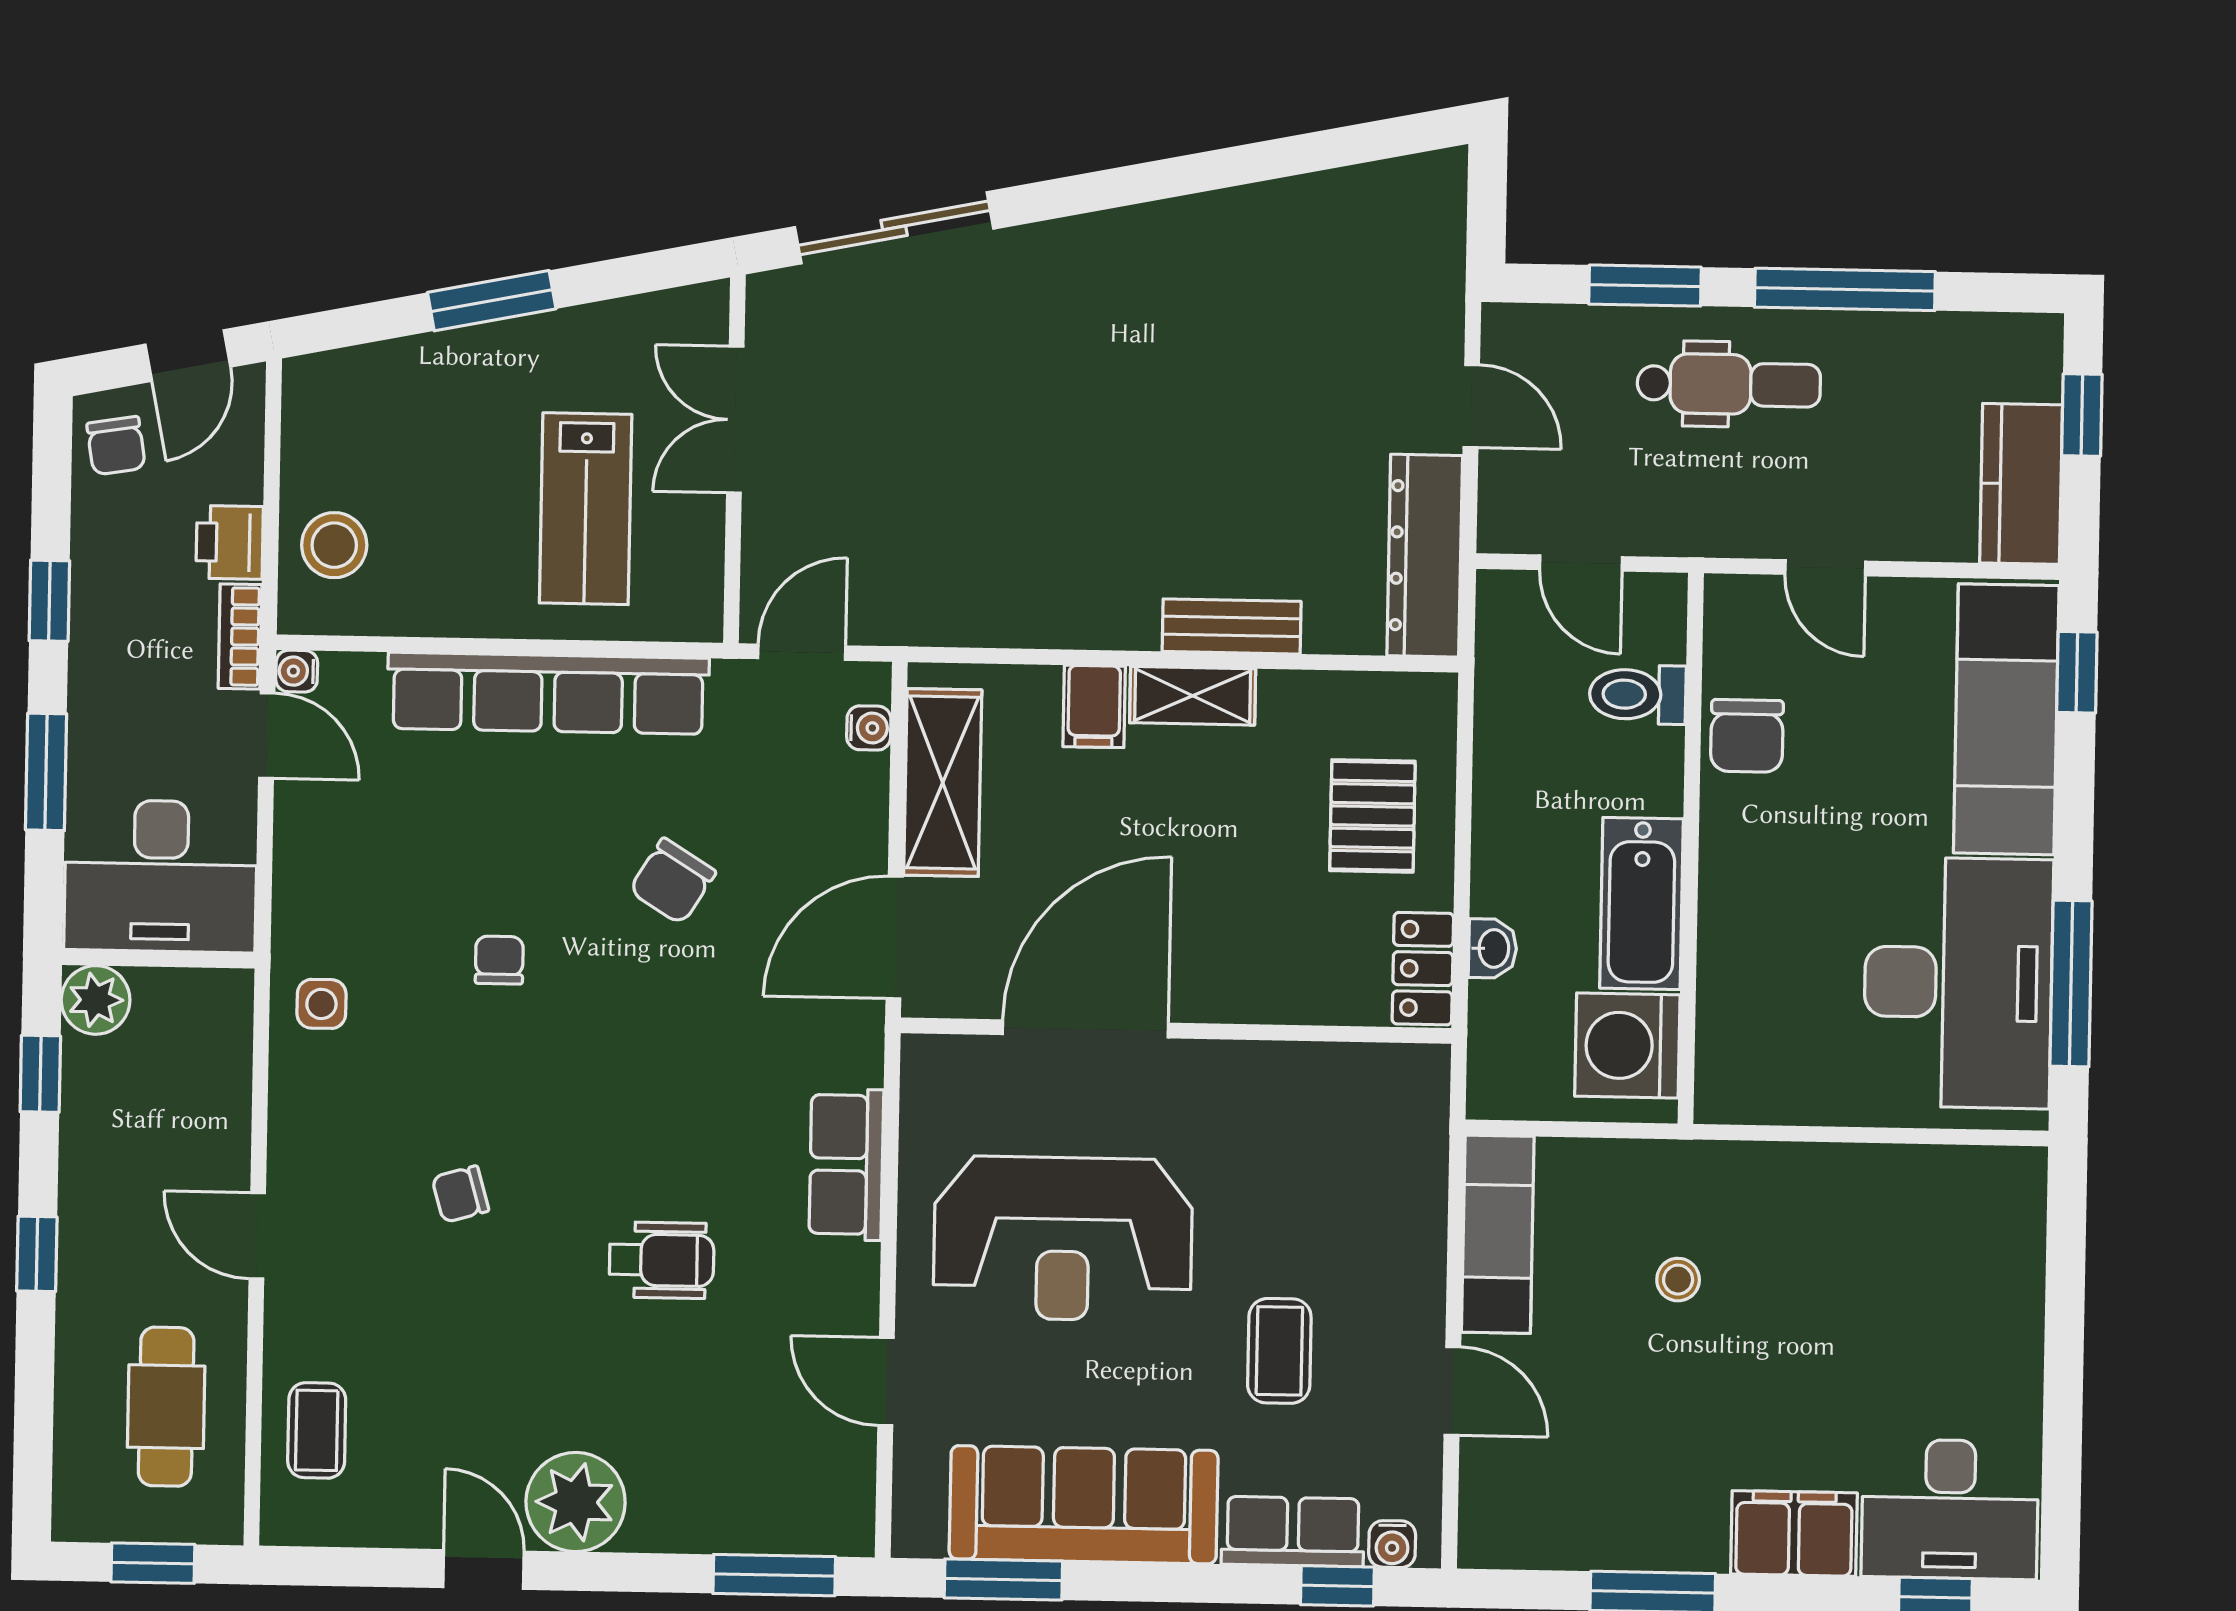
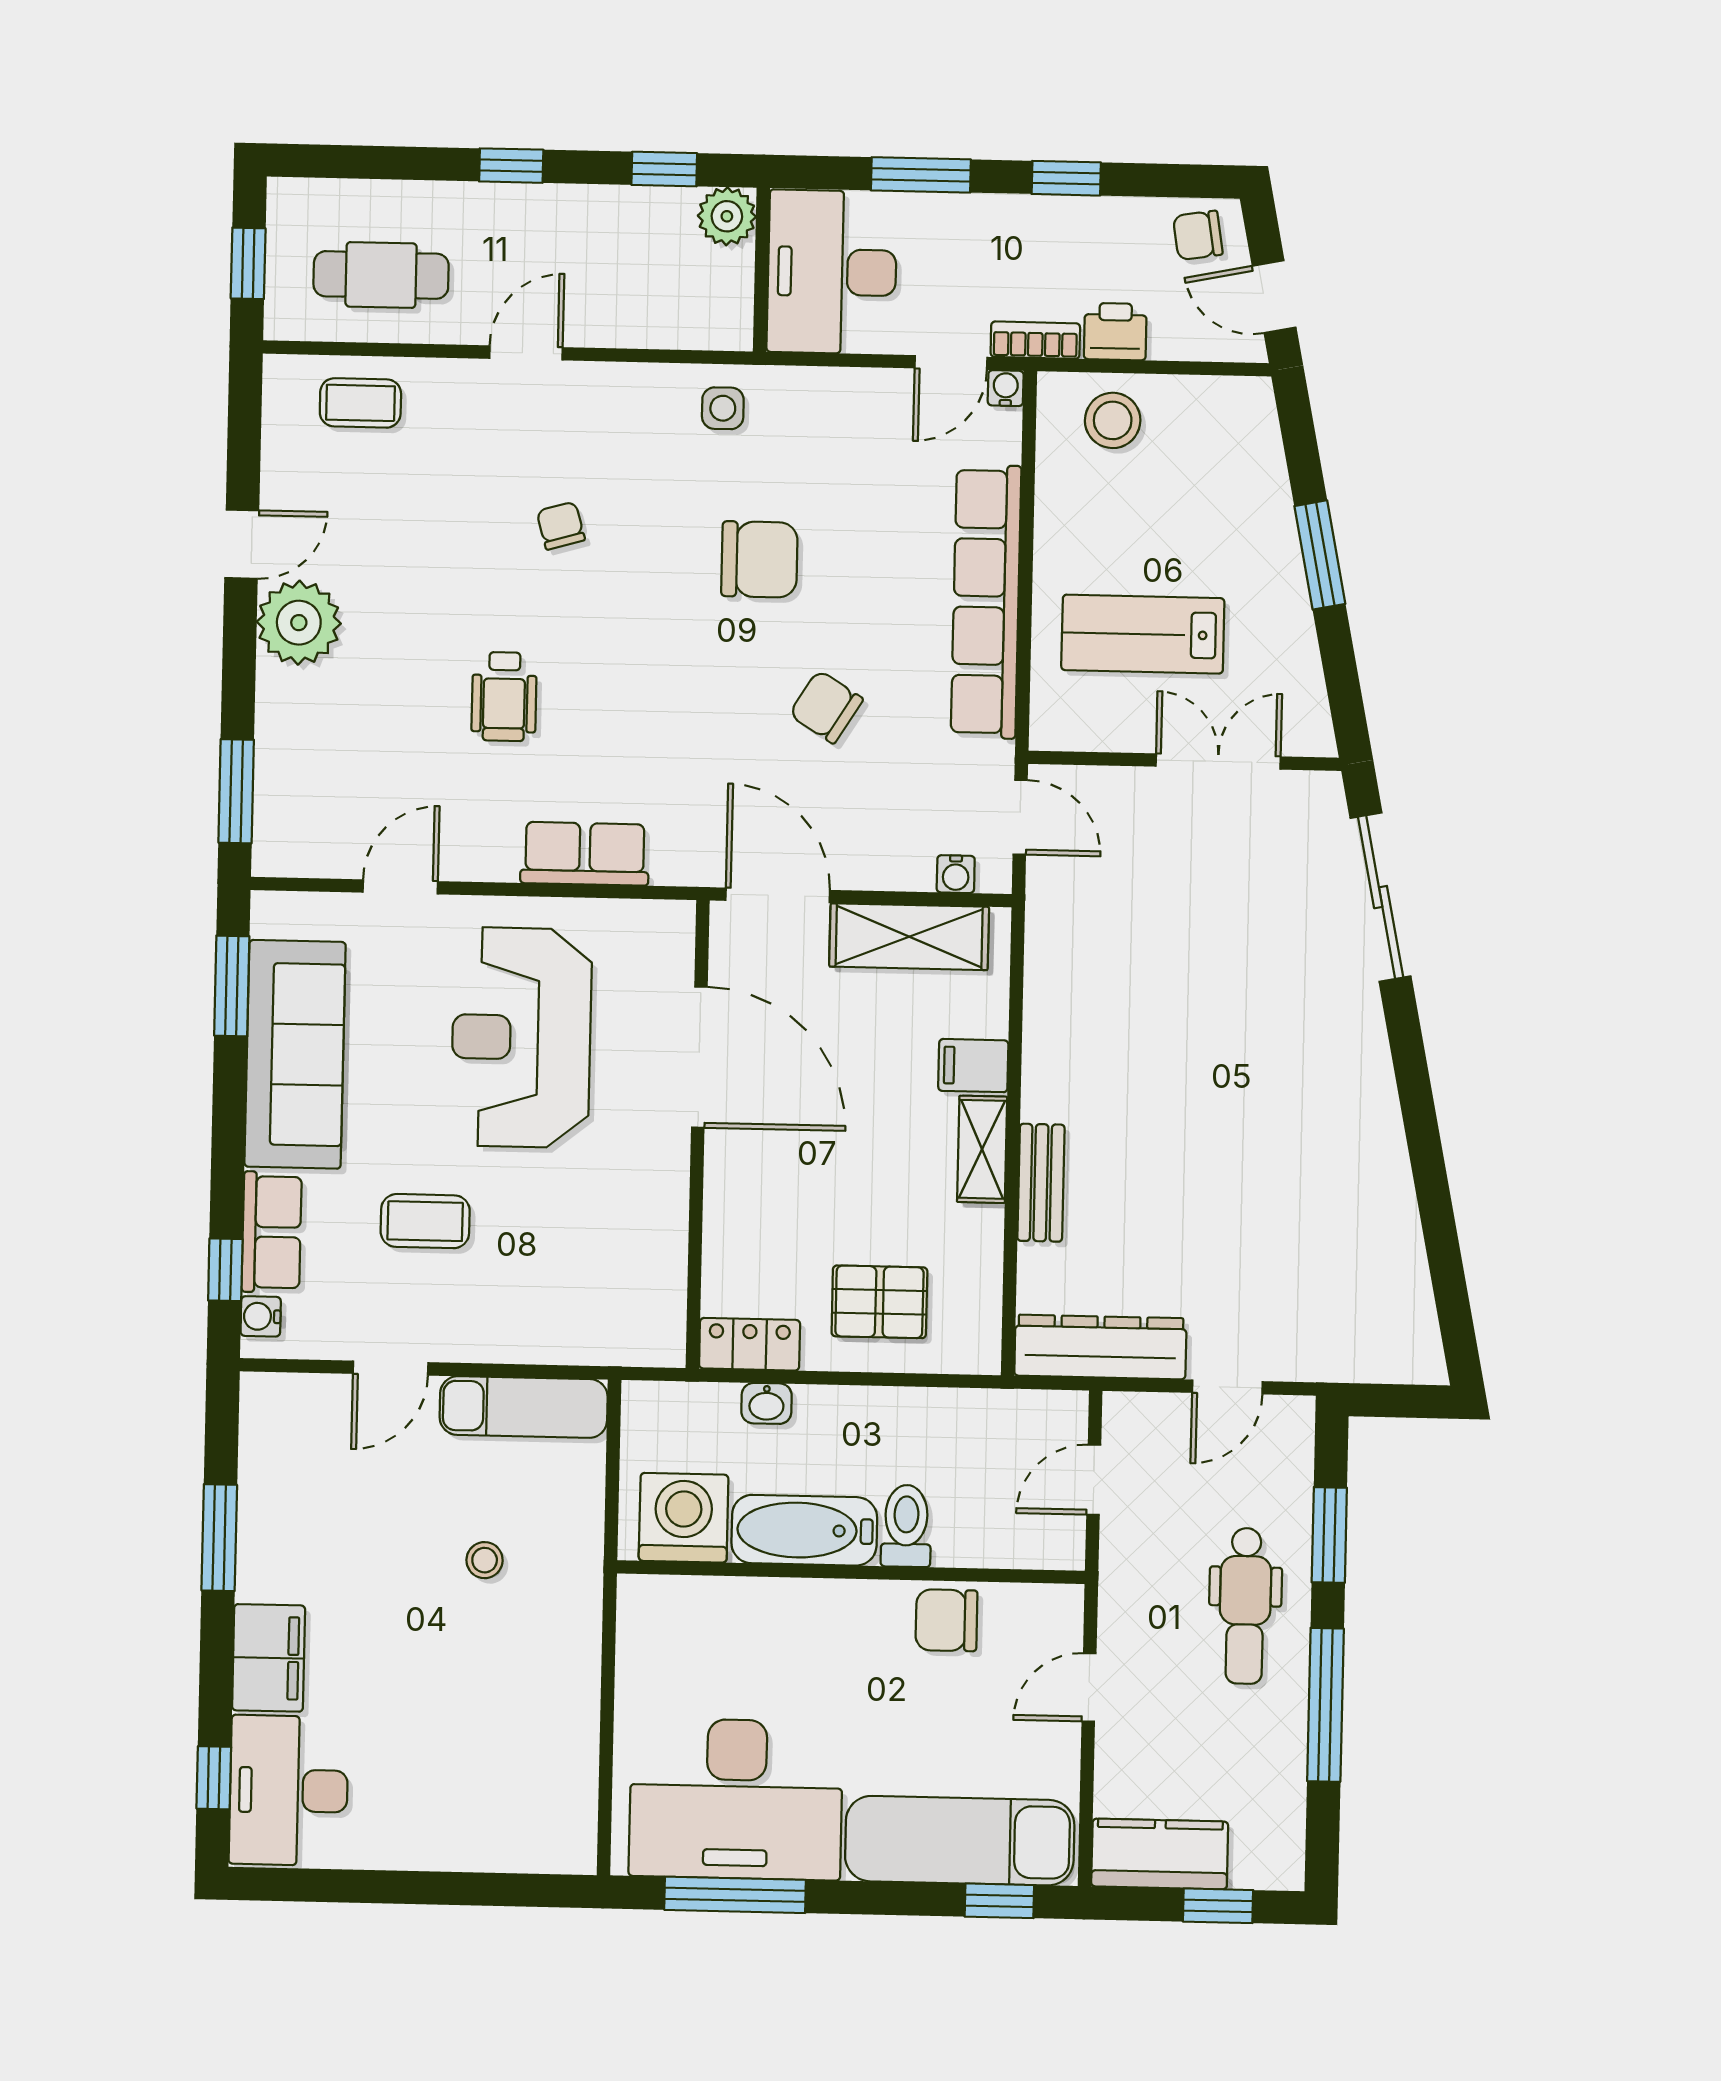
toilet: (1638, 694) -> (906, 1526), moved
chair: (499, 960) -> (759, 559), width x1.87, depth x1.87

